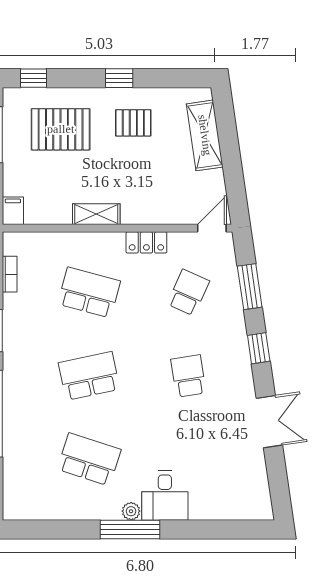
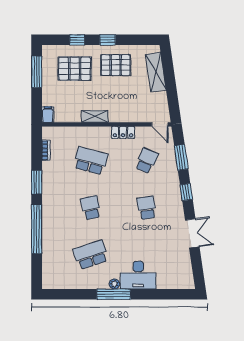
window: (34, 78) -> (77, 40), moved
pallet: (133, 123) -> (116, 65), width x1.50, depth x1.42
door: (212, 228) -> (160, 124), swing flipped
school desk: (89, 376) -> (91, 208), width x0.54
school desk: (89, 459) -> (91, 255), turned -36
desk: (165, 496) -> (138, 275), width x1.37

